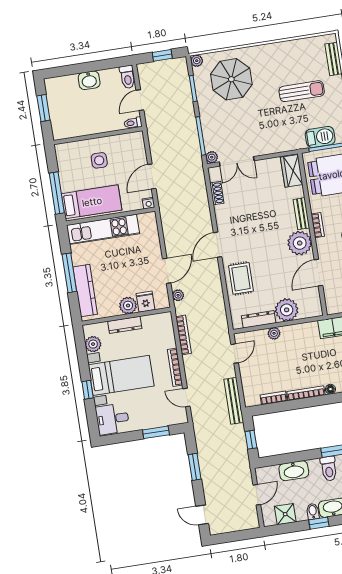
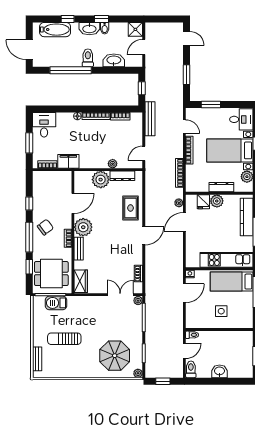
shower: (285, 514) -> (135, 29), moved

